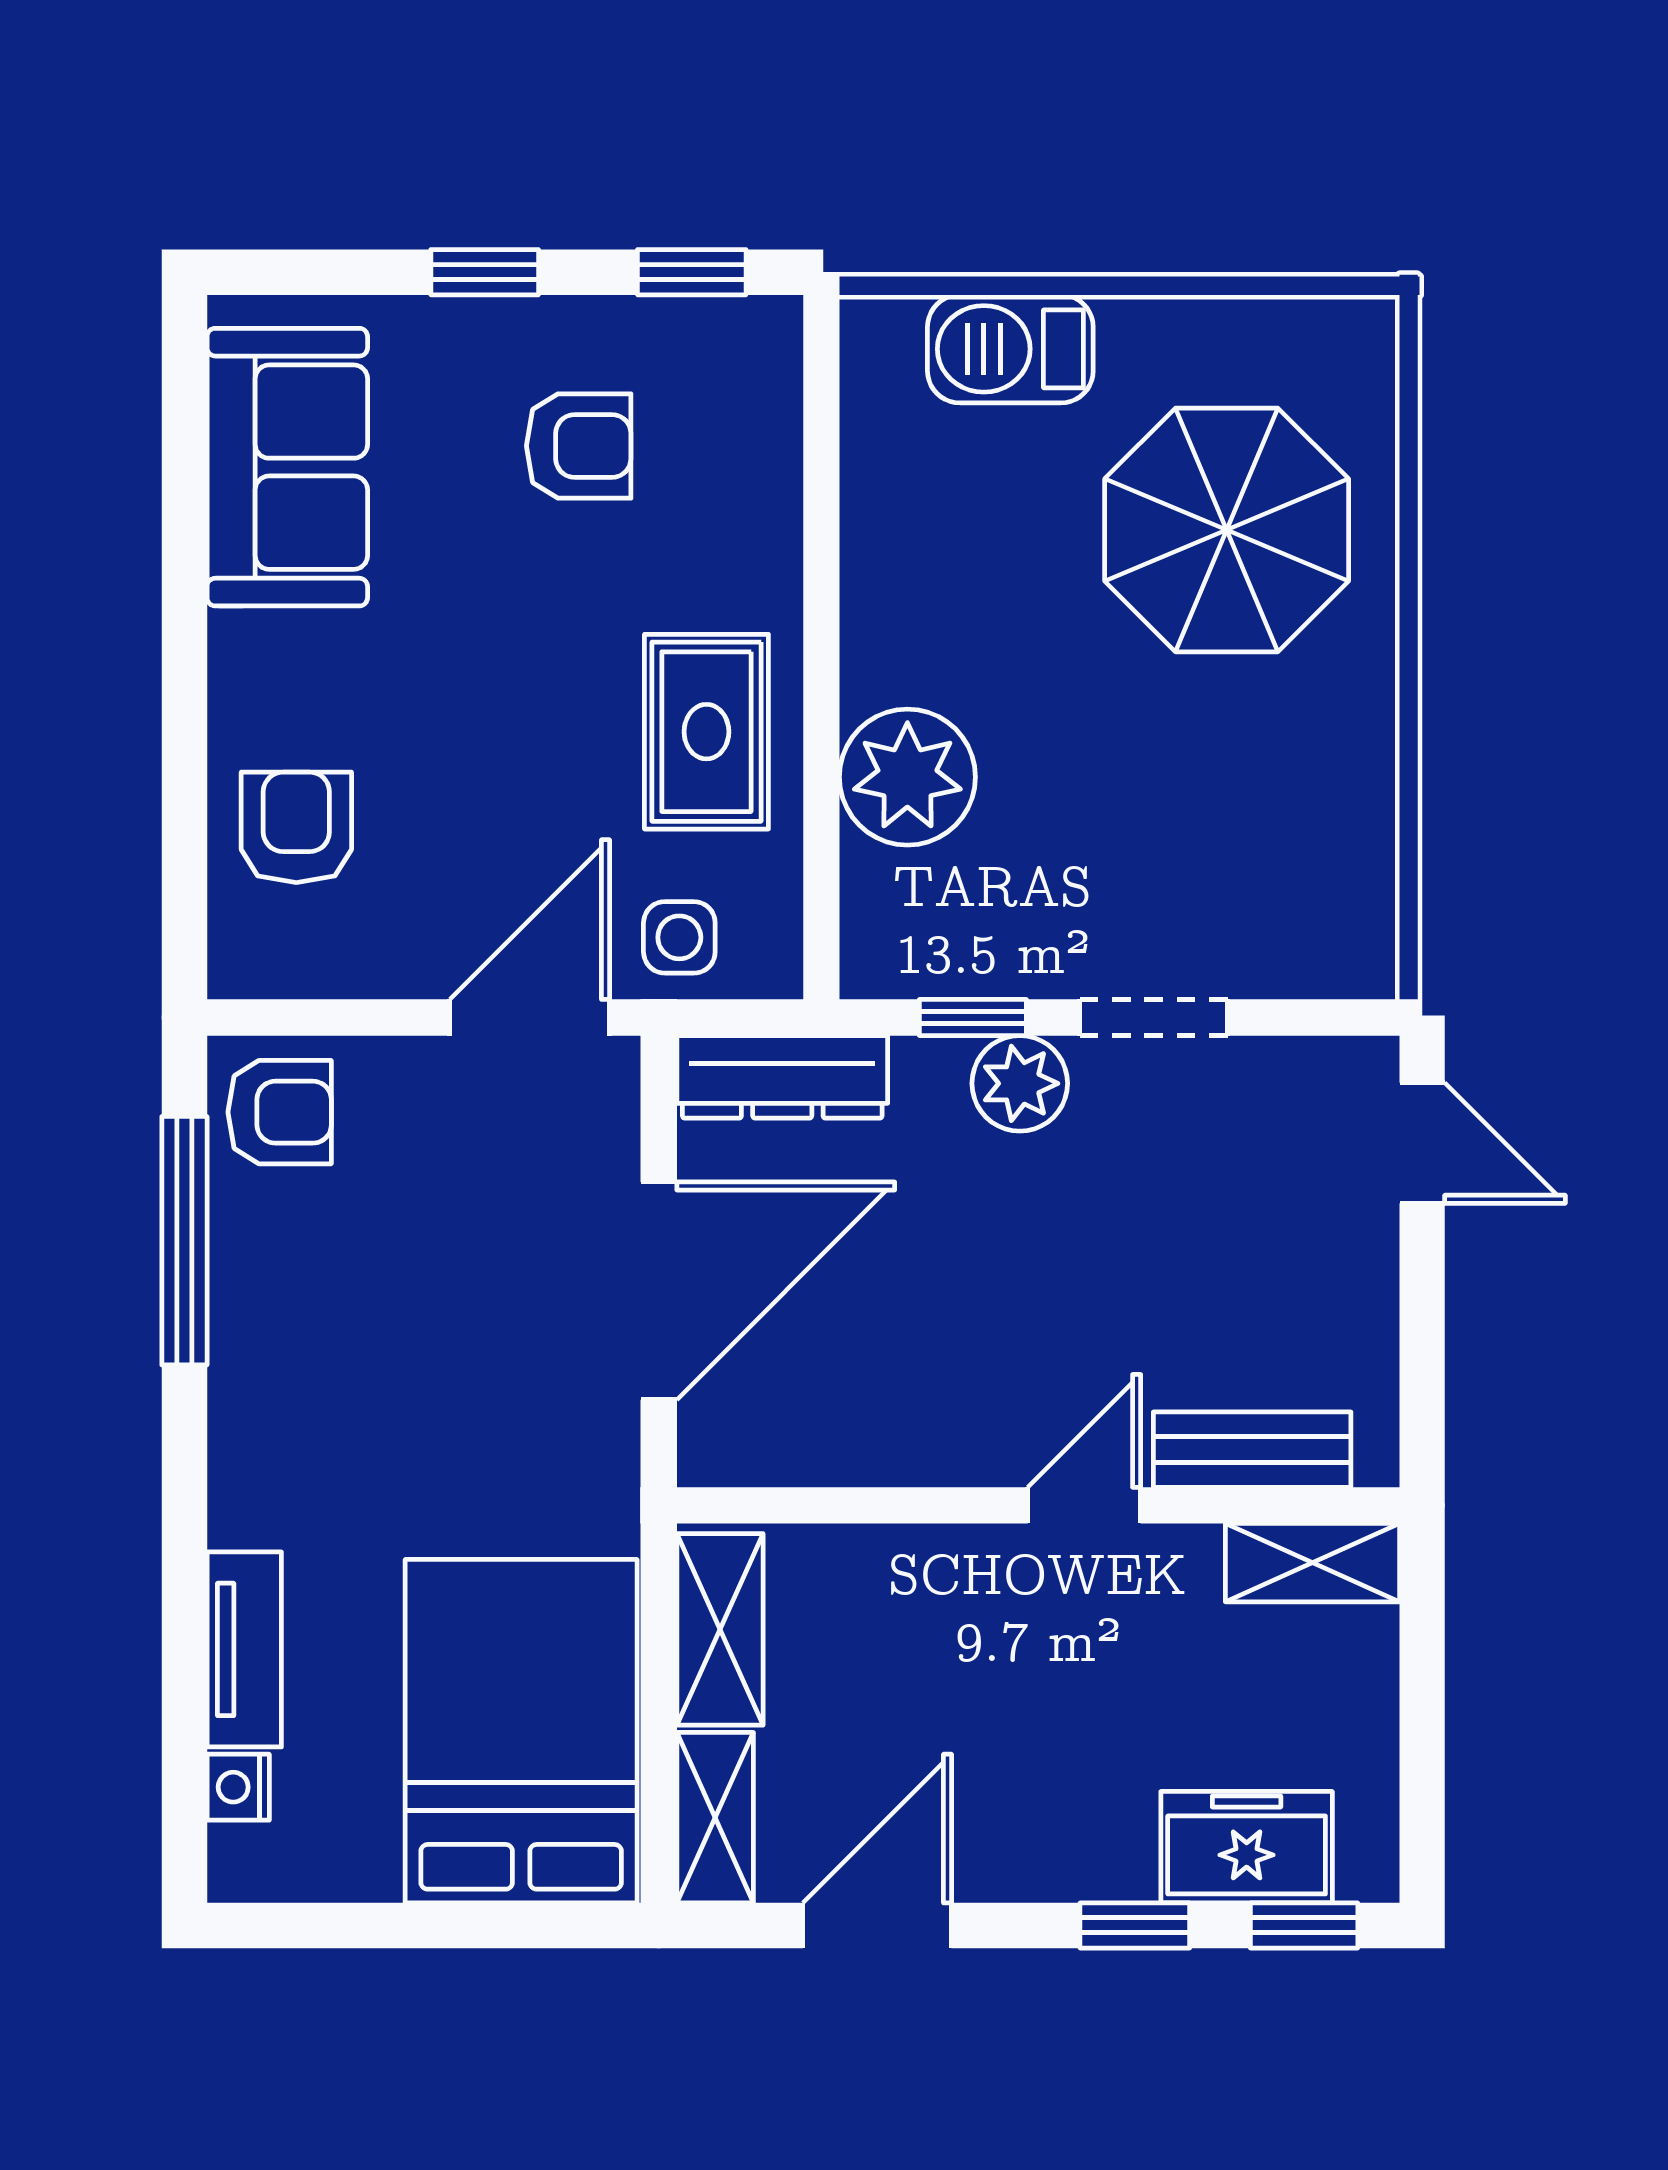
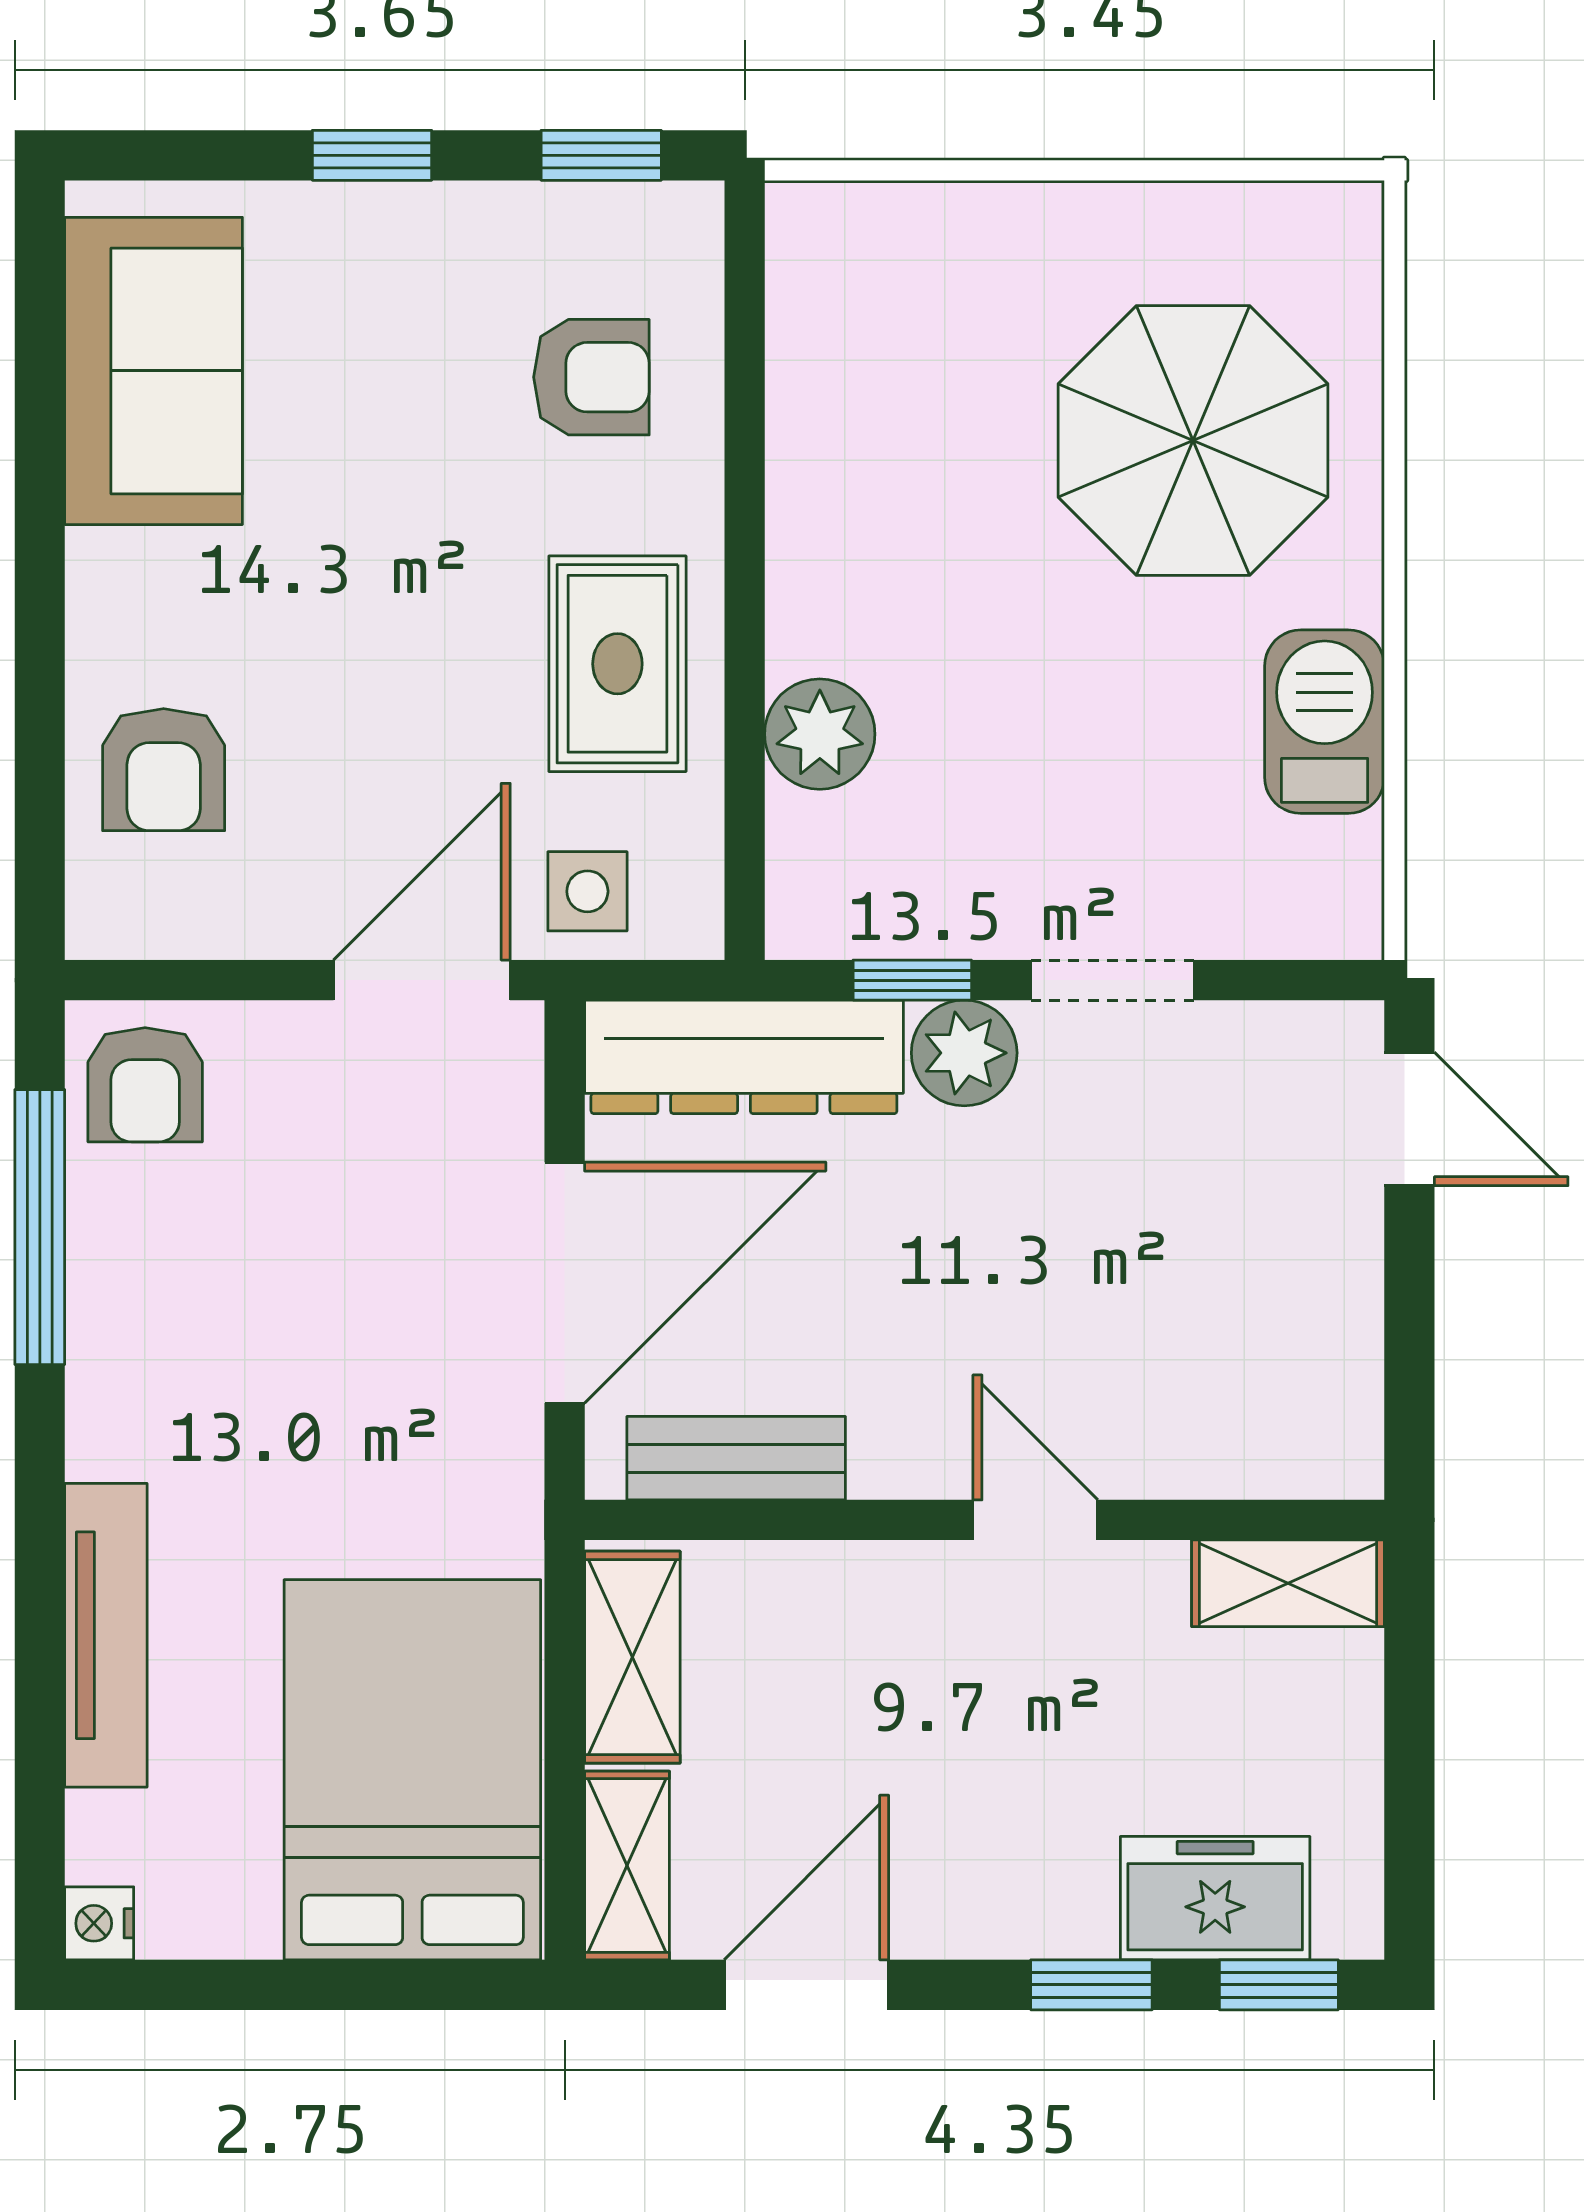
barbecue: (1010, 349) -> (1325, 722), moved, turned 90
armchair: (579, 446) -> (591, 377), moved
plant: (907, 777) -> (820, 734), width x0.73, depth x0.73
armchair: (296, 827) -> (164, 770), turned 180
dresser: (782, 1077) -> (744, 1057), width x1.37, depth x1.24
armchair: (280, 1112) -> (145, 1085), turned 90
bench: (1252, 1450) -> (736, 1458), moved
door: (1084, 1505) -> (1035, 1520), hinge flipped
tv unit: (244, 1649) -> (106, 1635), width x1.41
nightstand: (238, 1787) -> (99, 1923), moved

